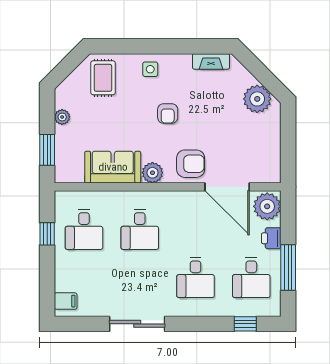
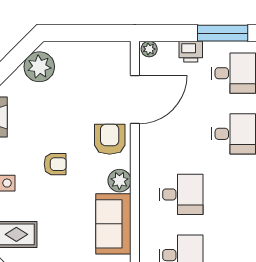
plant: (267, 206) -> (149, 49), width x0.53, depth x0.53

